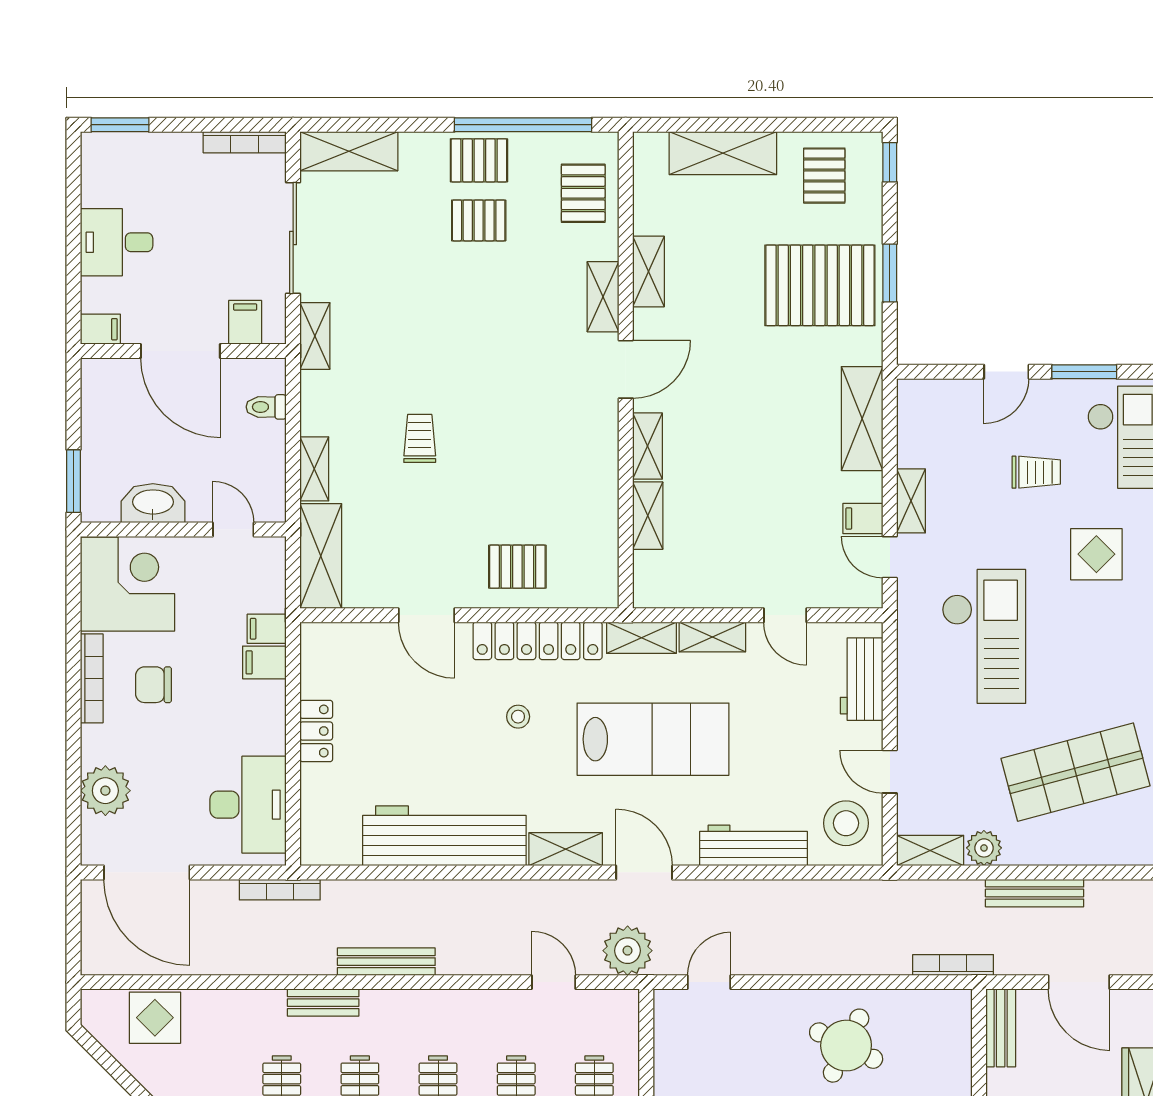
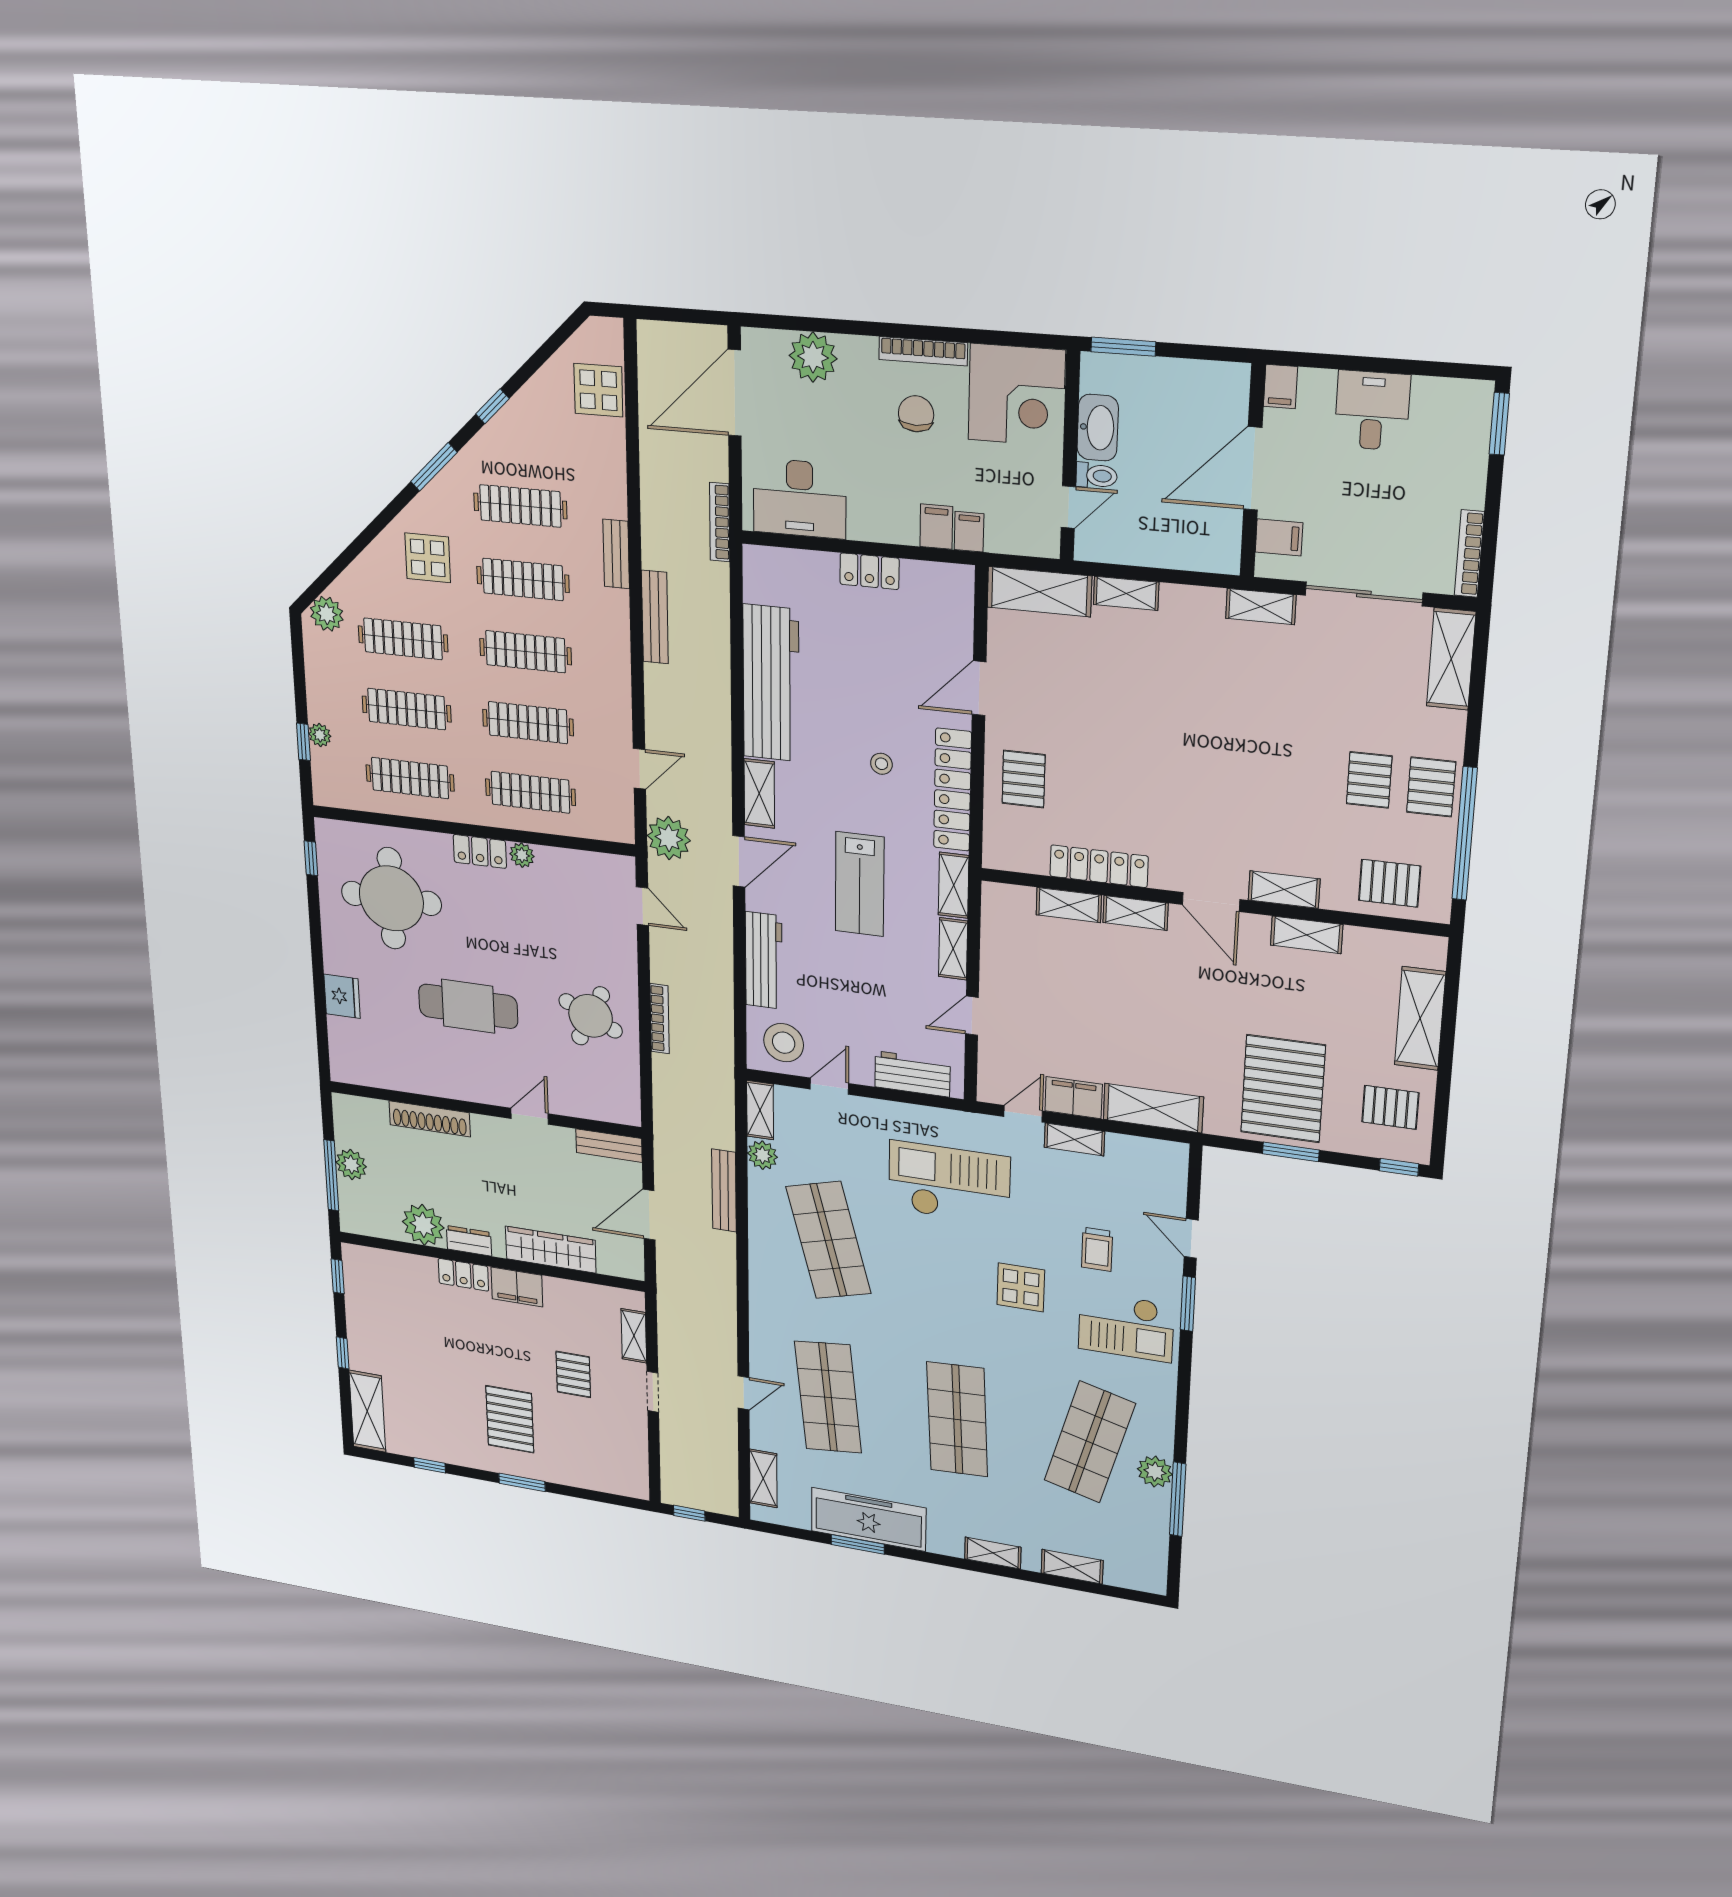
toilet: (266, 407) -> (1097, 476), moved, turned 90
trolley: (420, 438) -> (1152, 700), removed
locker: (602, 486) -> (1099, 866), added
filing cabinet: (863, 519) -> (1074, 1098), width x2.00
checkout: (984, 636) -> (949, 1183), turned 180
lab bench: (653, 739) -> (860, 884), width x0.73, depth x0.72
bookcase: (953, 965) -> (660, 1019), moved

